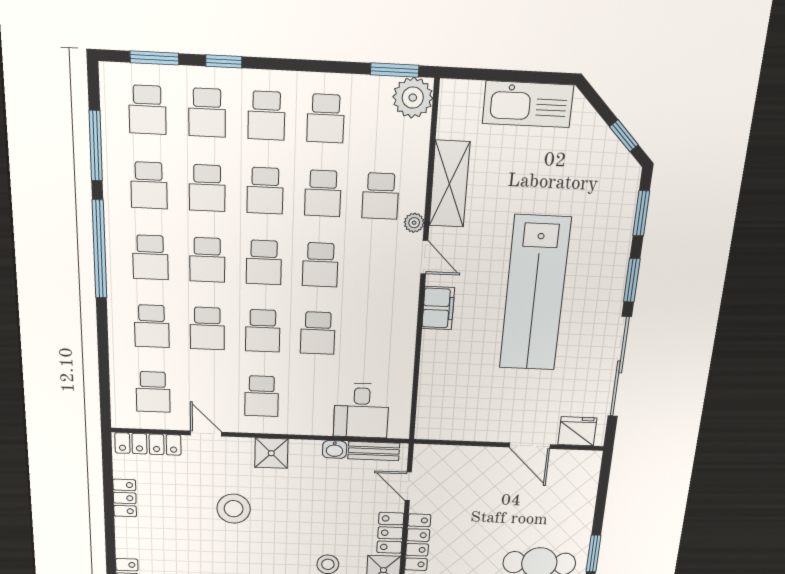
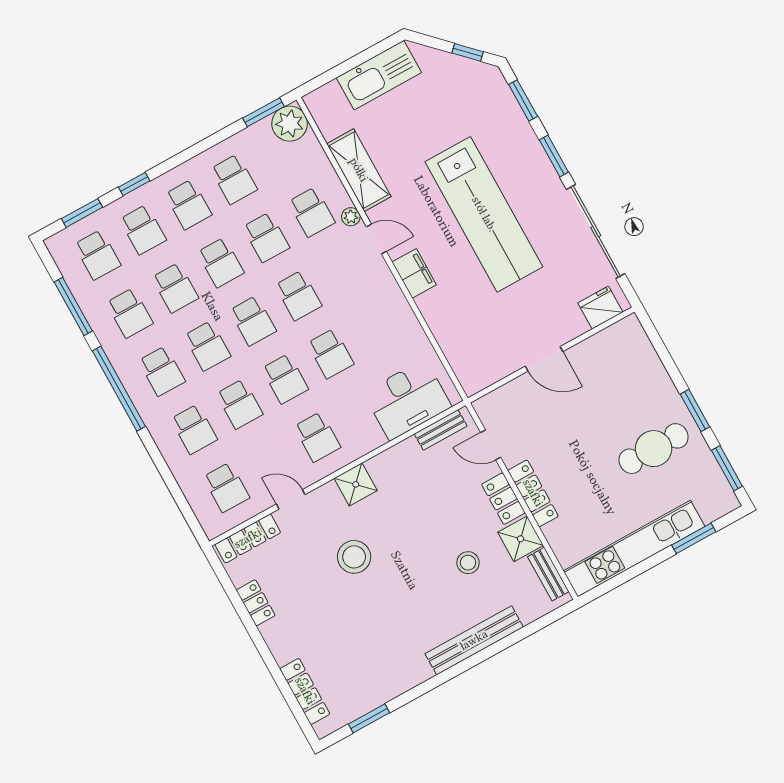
desk: (361, 411) -> (407, 400), width x1.37
door: (530, 446) -> (544, 359), moved
washbasin: (335, 449) -> (407, 449), removed

